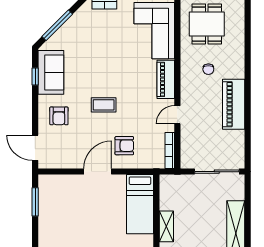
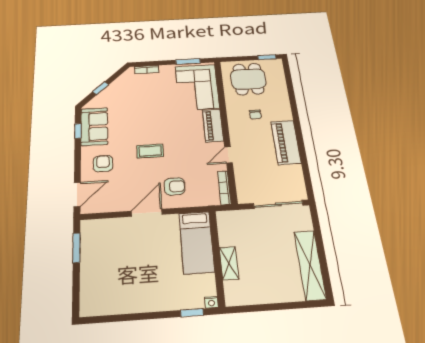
window: (57, 25) -> (101, 88), width x0.46
armchair: (59, 116) -> (103, 164), turned 180
door: (35, 148) -> (77, 194), swing flipped

